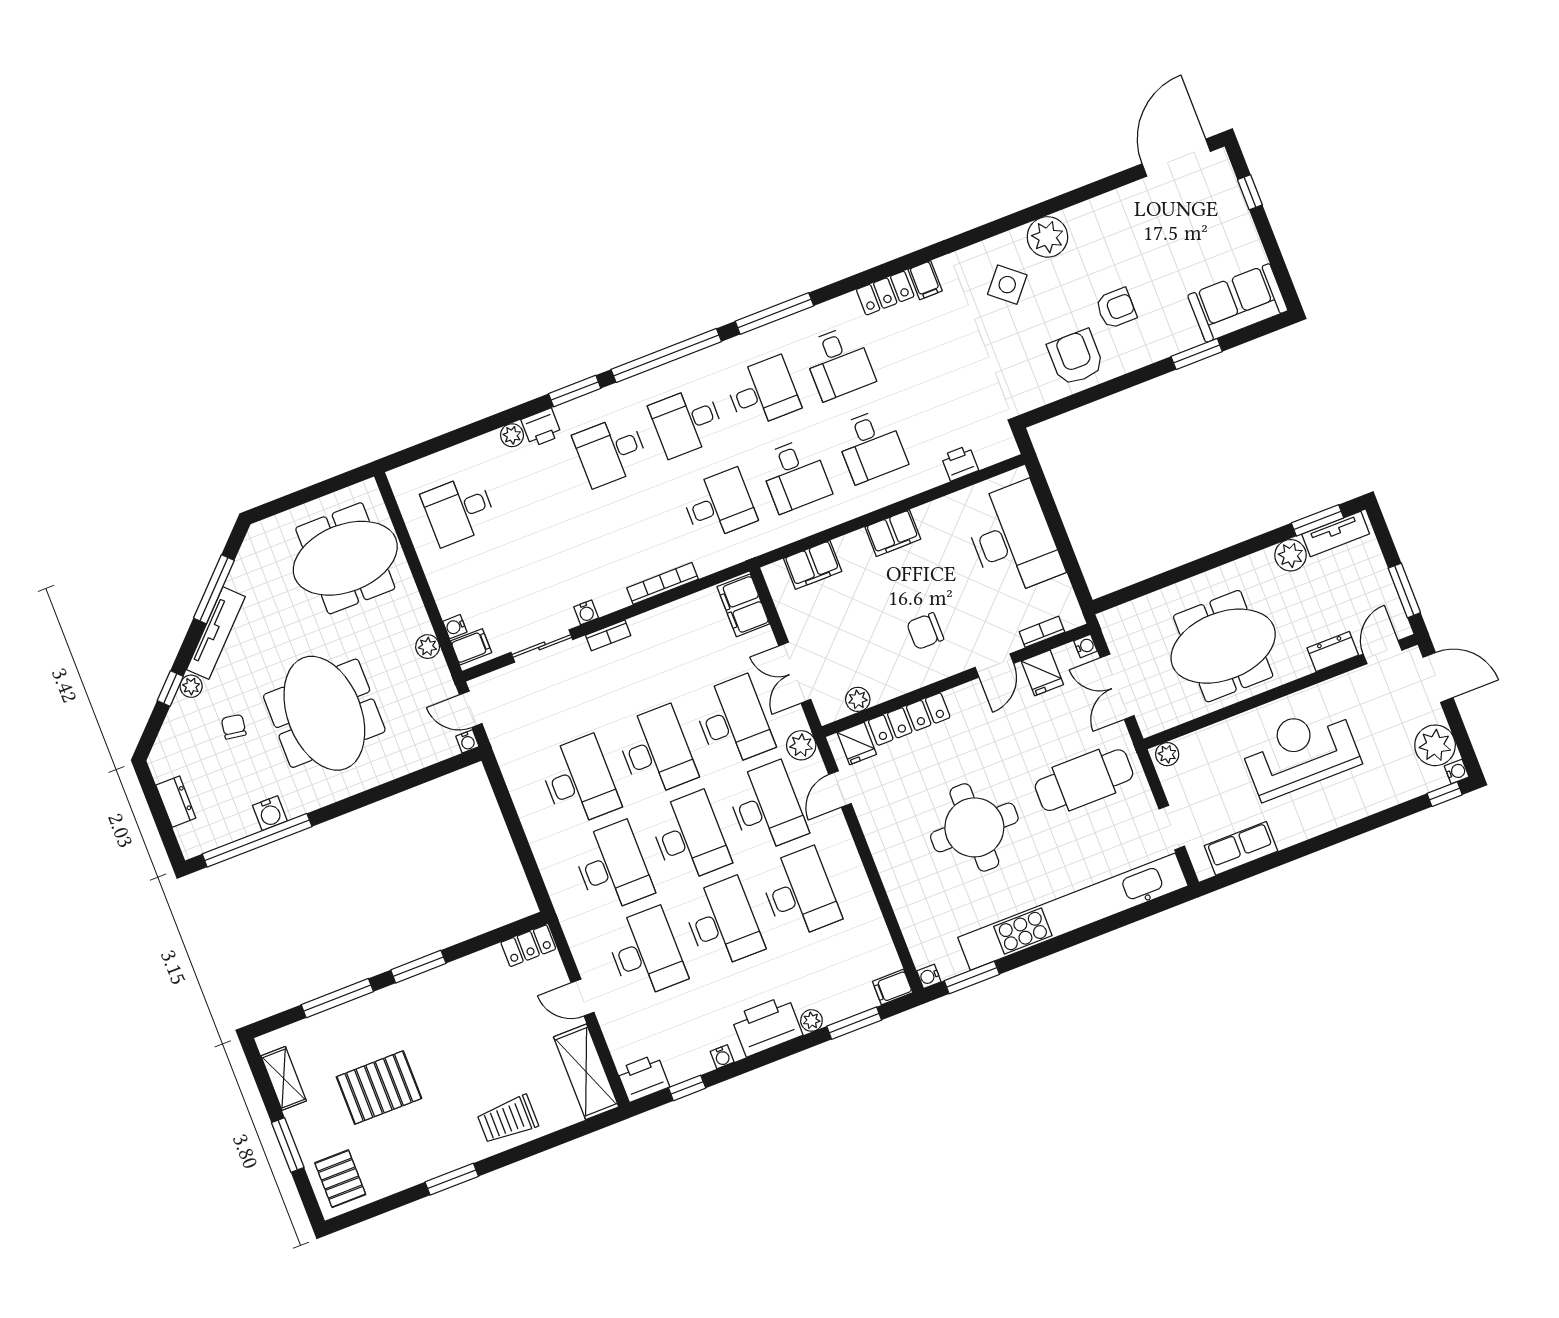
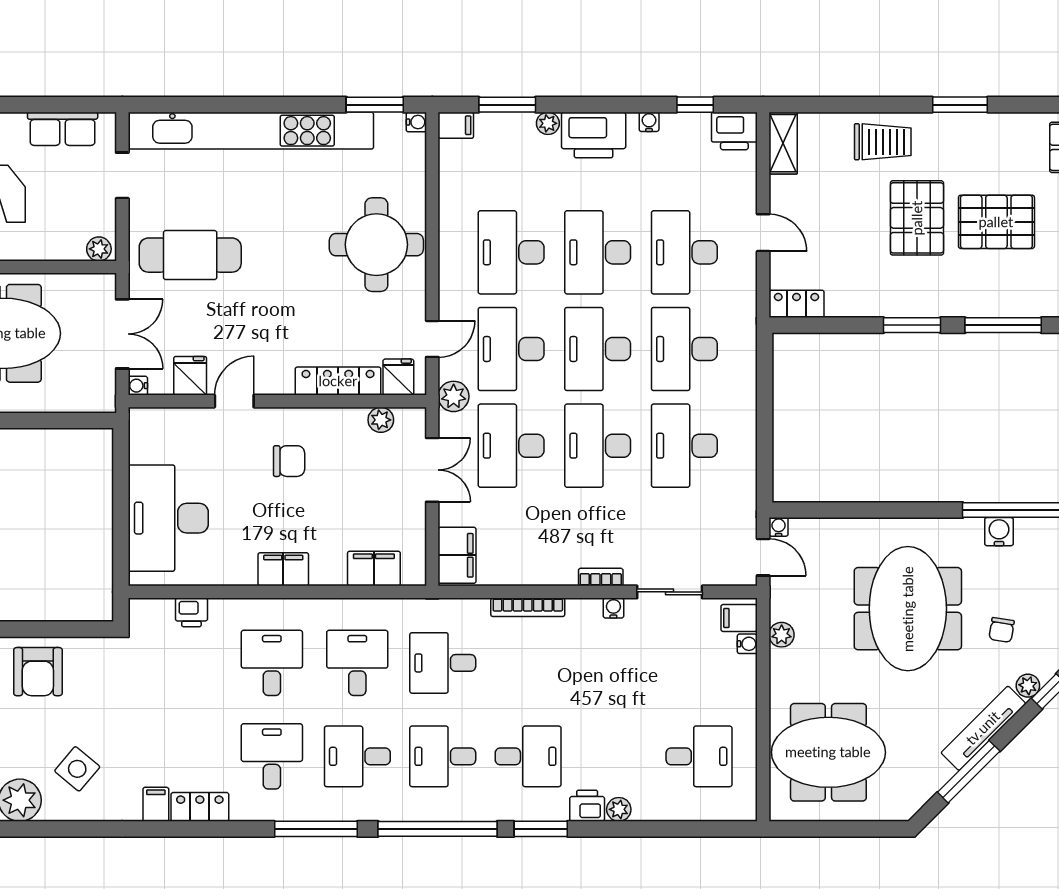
desk: (687, 422) -> (443, 756), turned 180
bookcase: (1042, 632) -> (175, 416), removed
round table: (974, 827) -> (376, 245), moved
pallet: (451, 1064) -> (917, 218), added
shelving: (586, 1072) -> (783, 143), width x0.67, depth x0.75

